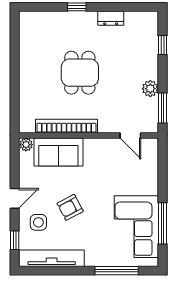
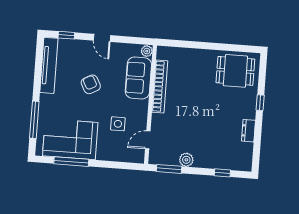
dining table: (80, 73) -> (235, 71), moved
side table: (38, 222) -> (118, 124), moved

